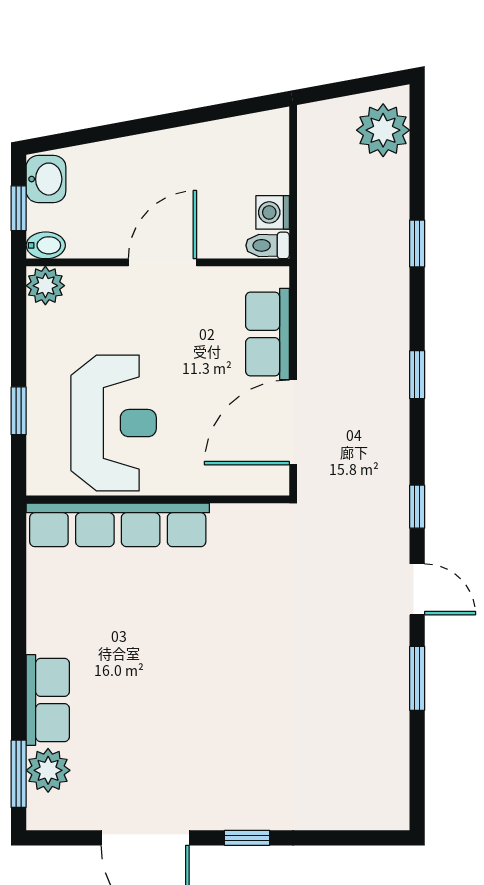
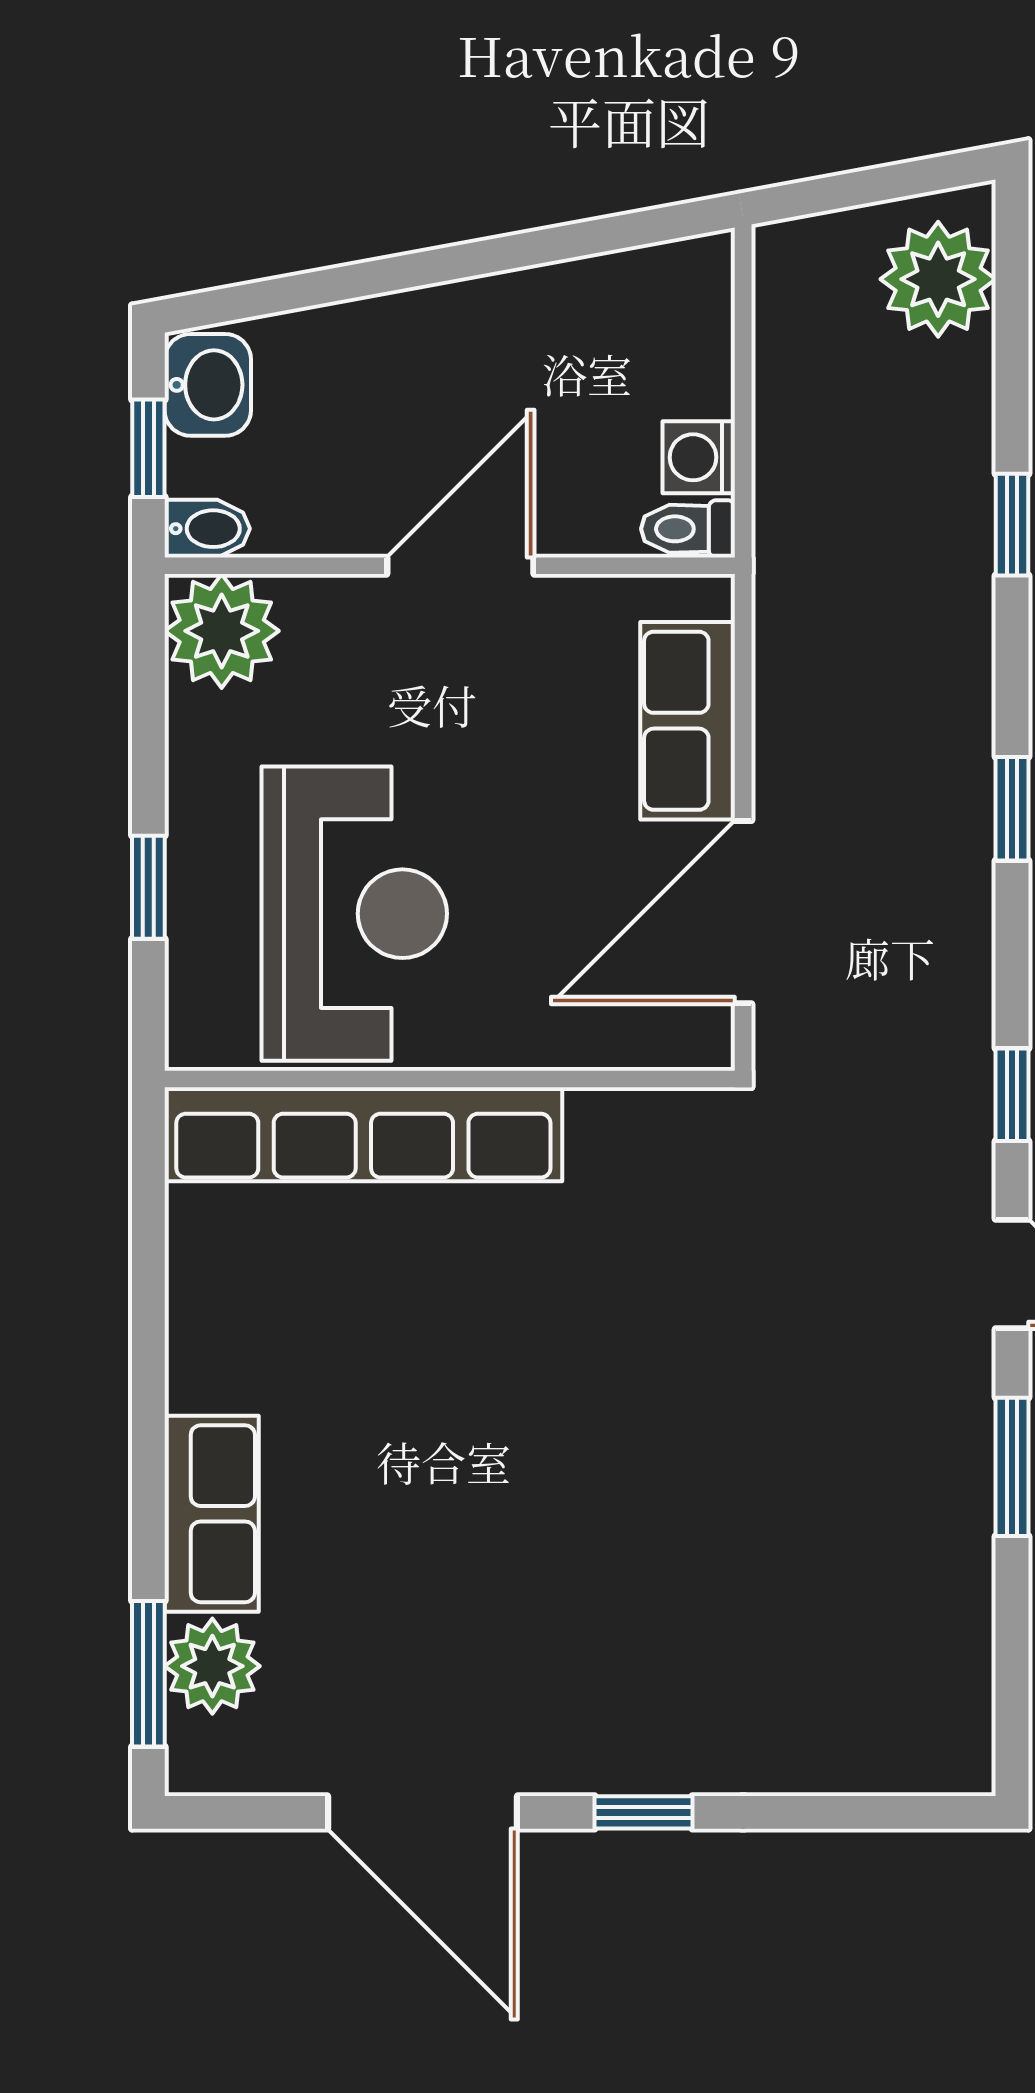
plant: (45, 286) -> (222, 631), width x1.36, depth x1.36

